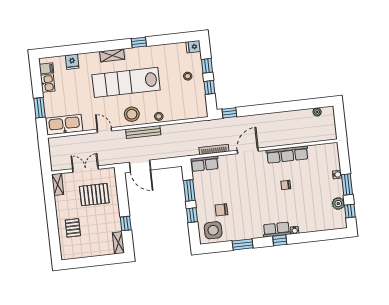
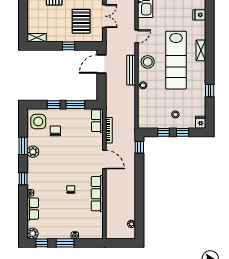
window: (139, 42) -> (210, 91), moved
lab bench: (126, 82) -> (176, 60), turned 180
plant: (338, 204) -> (33, 233), moved
window: (126, 224) -> (69, 46), moved
row of seats: (276, 230) -> (33, 209), moved
plant: (248, 233) -> (33, 152), added

